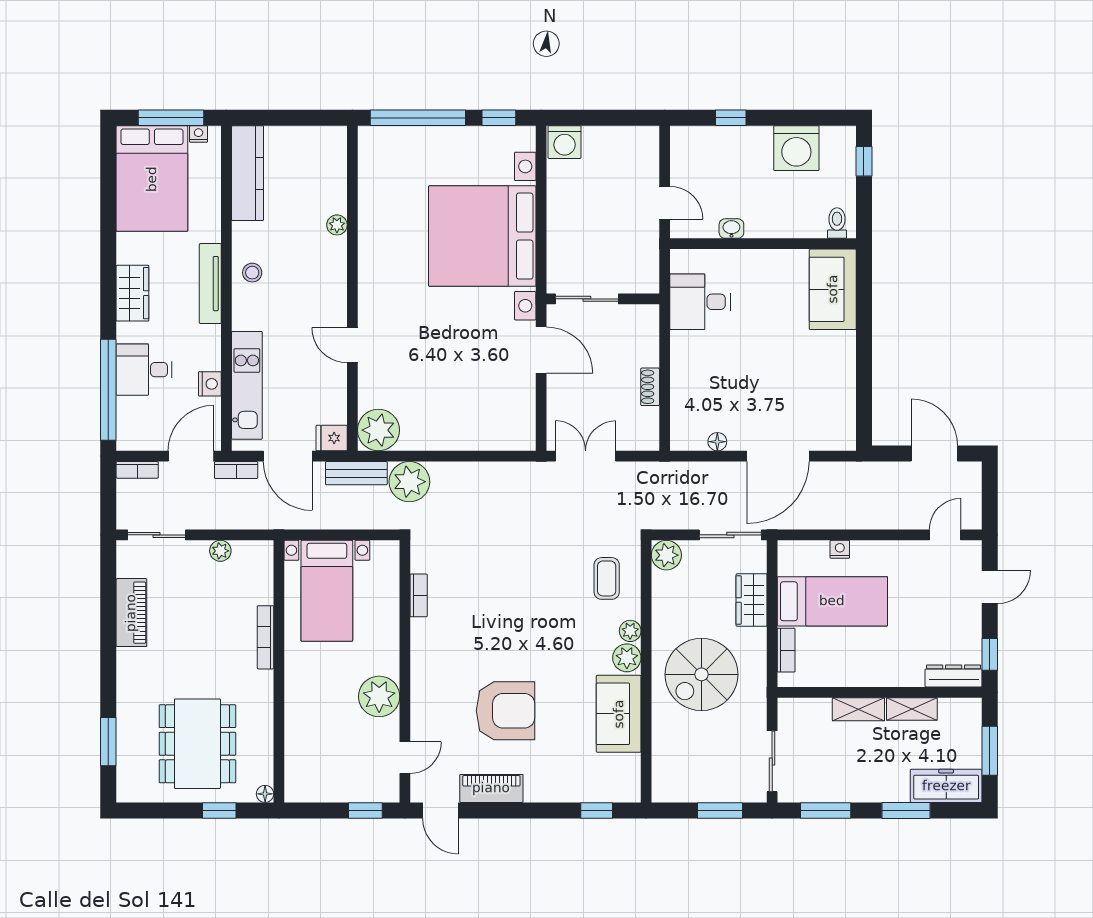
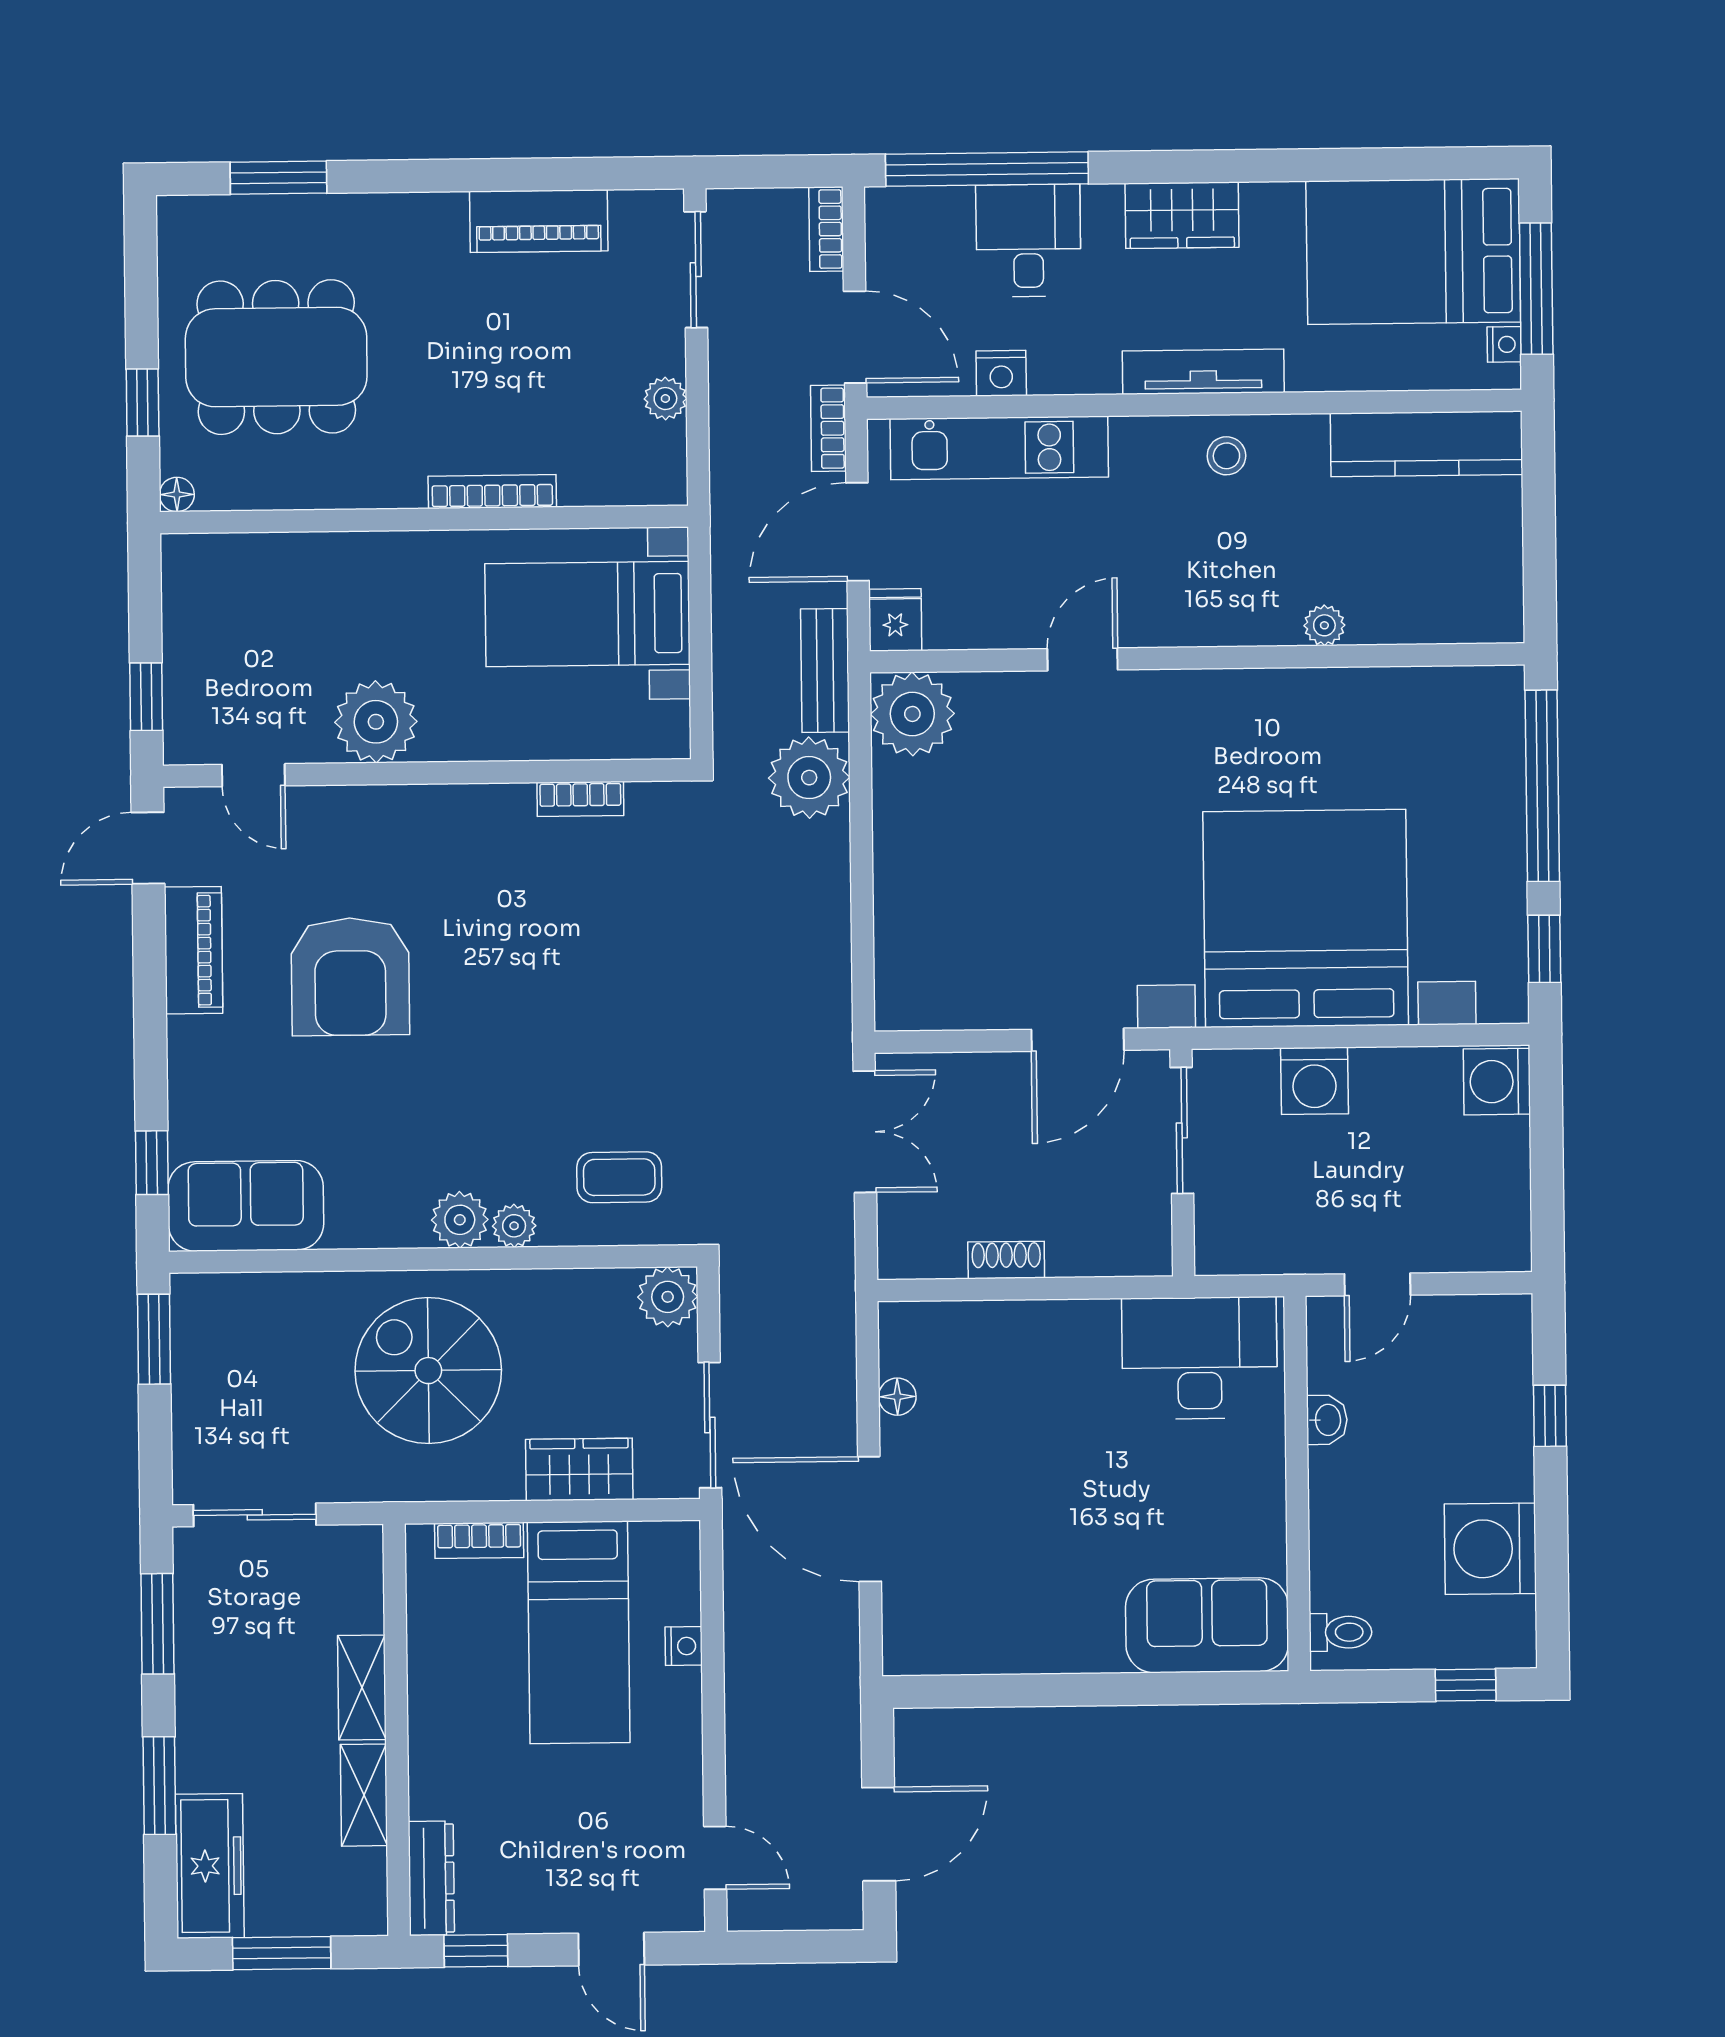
washing machine: (563, 233) -> (1315, 1081), added
desk: (700, 302) -> (1200, 1358), width x1.37
sofa: (619, 714) -> (246, 1206), moved
window: (720, 810) -> (154, 1339), moved

